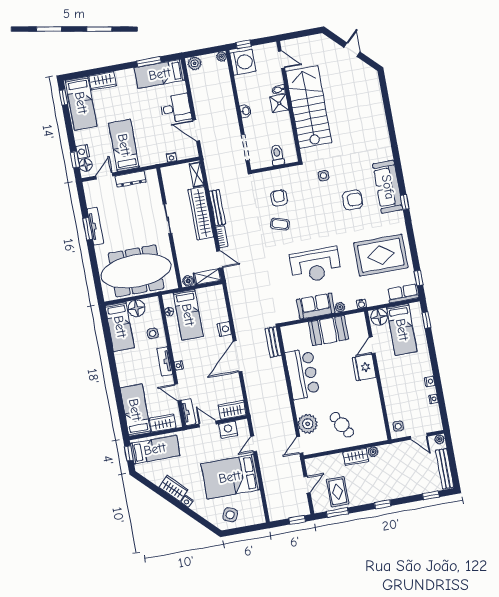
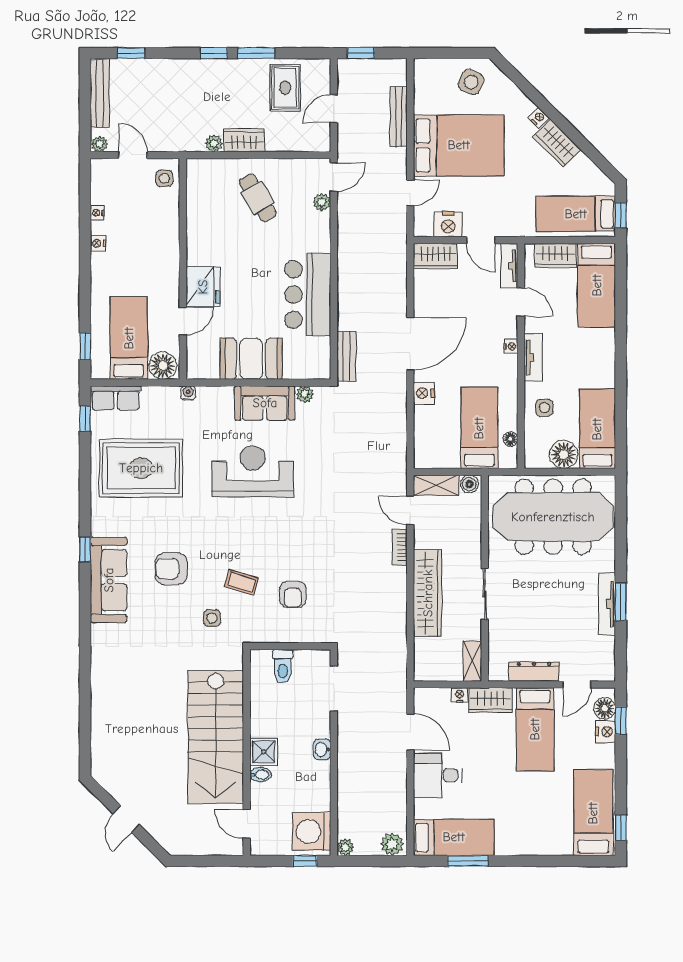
wardrobe: (103, 81) -> (491, 700), moved, turned 180
shelving: (197, 175) -> (472, 661), moved
bench: (217, 208) -> (399, 117), moved
coffee table: (280, 224) -> (241, 582), moved
plant: (340, 307) -> (305, 394), moved
plant: (308, 424) -> (322, 202), width x0.53, depth x0.53
window: (337, 513) -> (256, 53), moved

